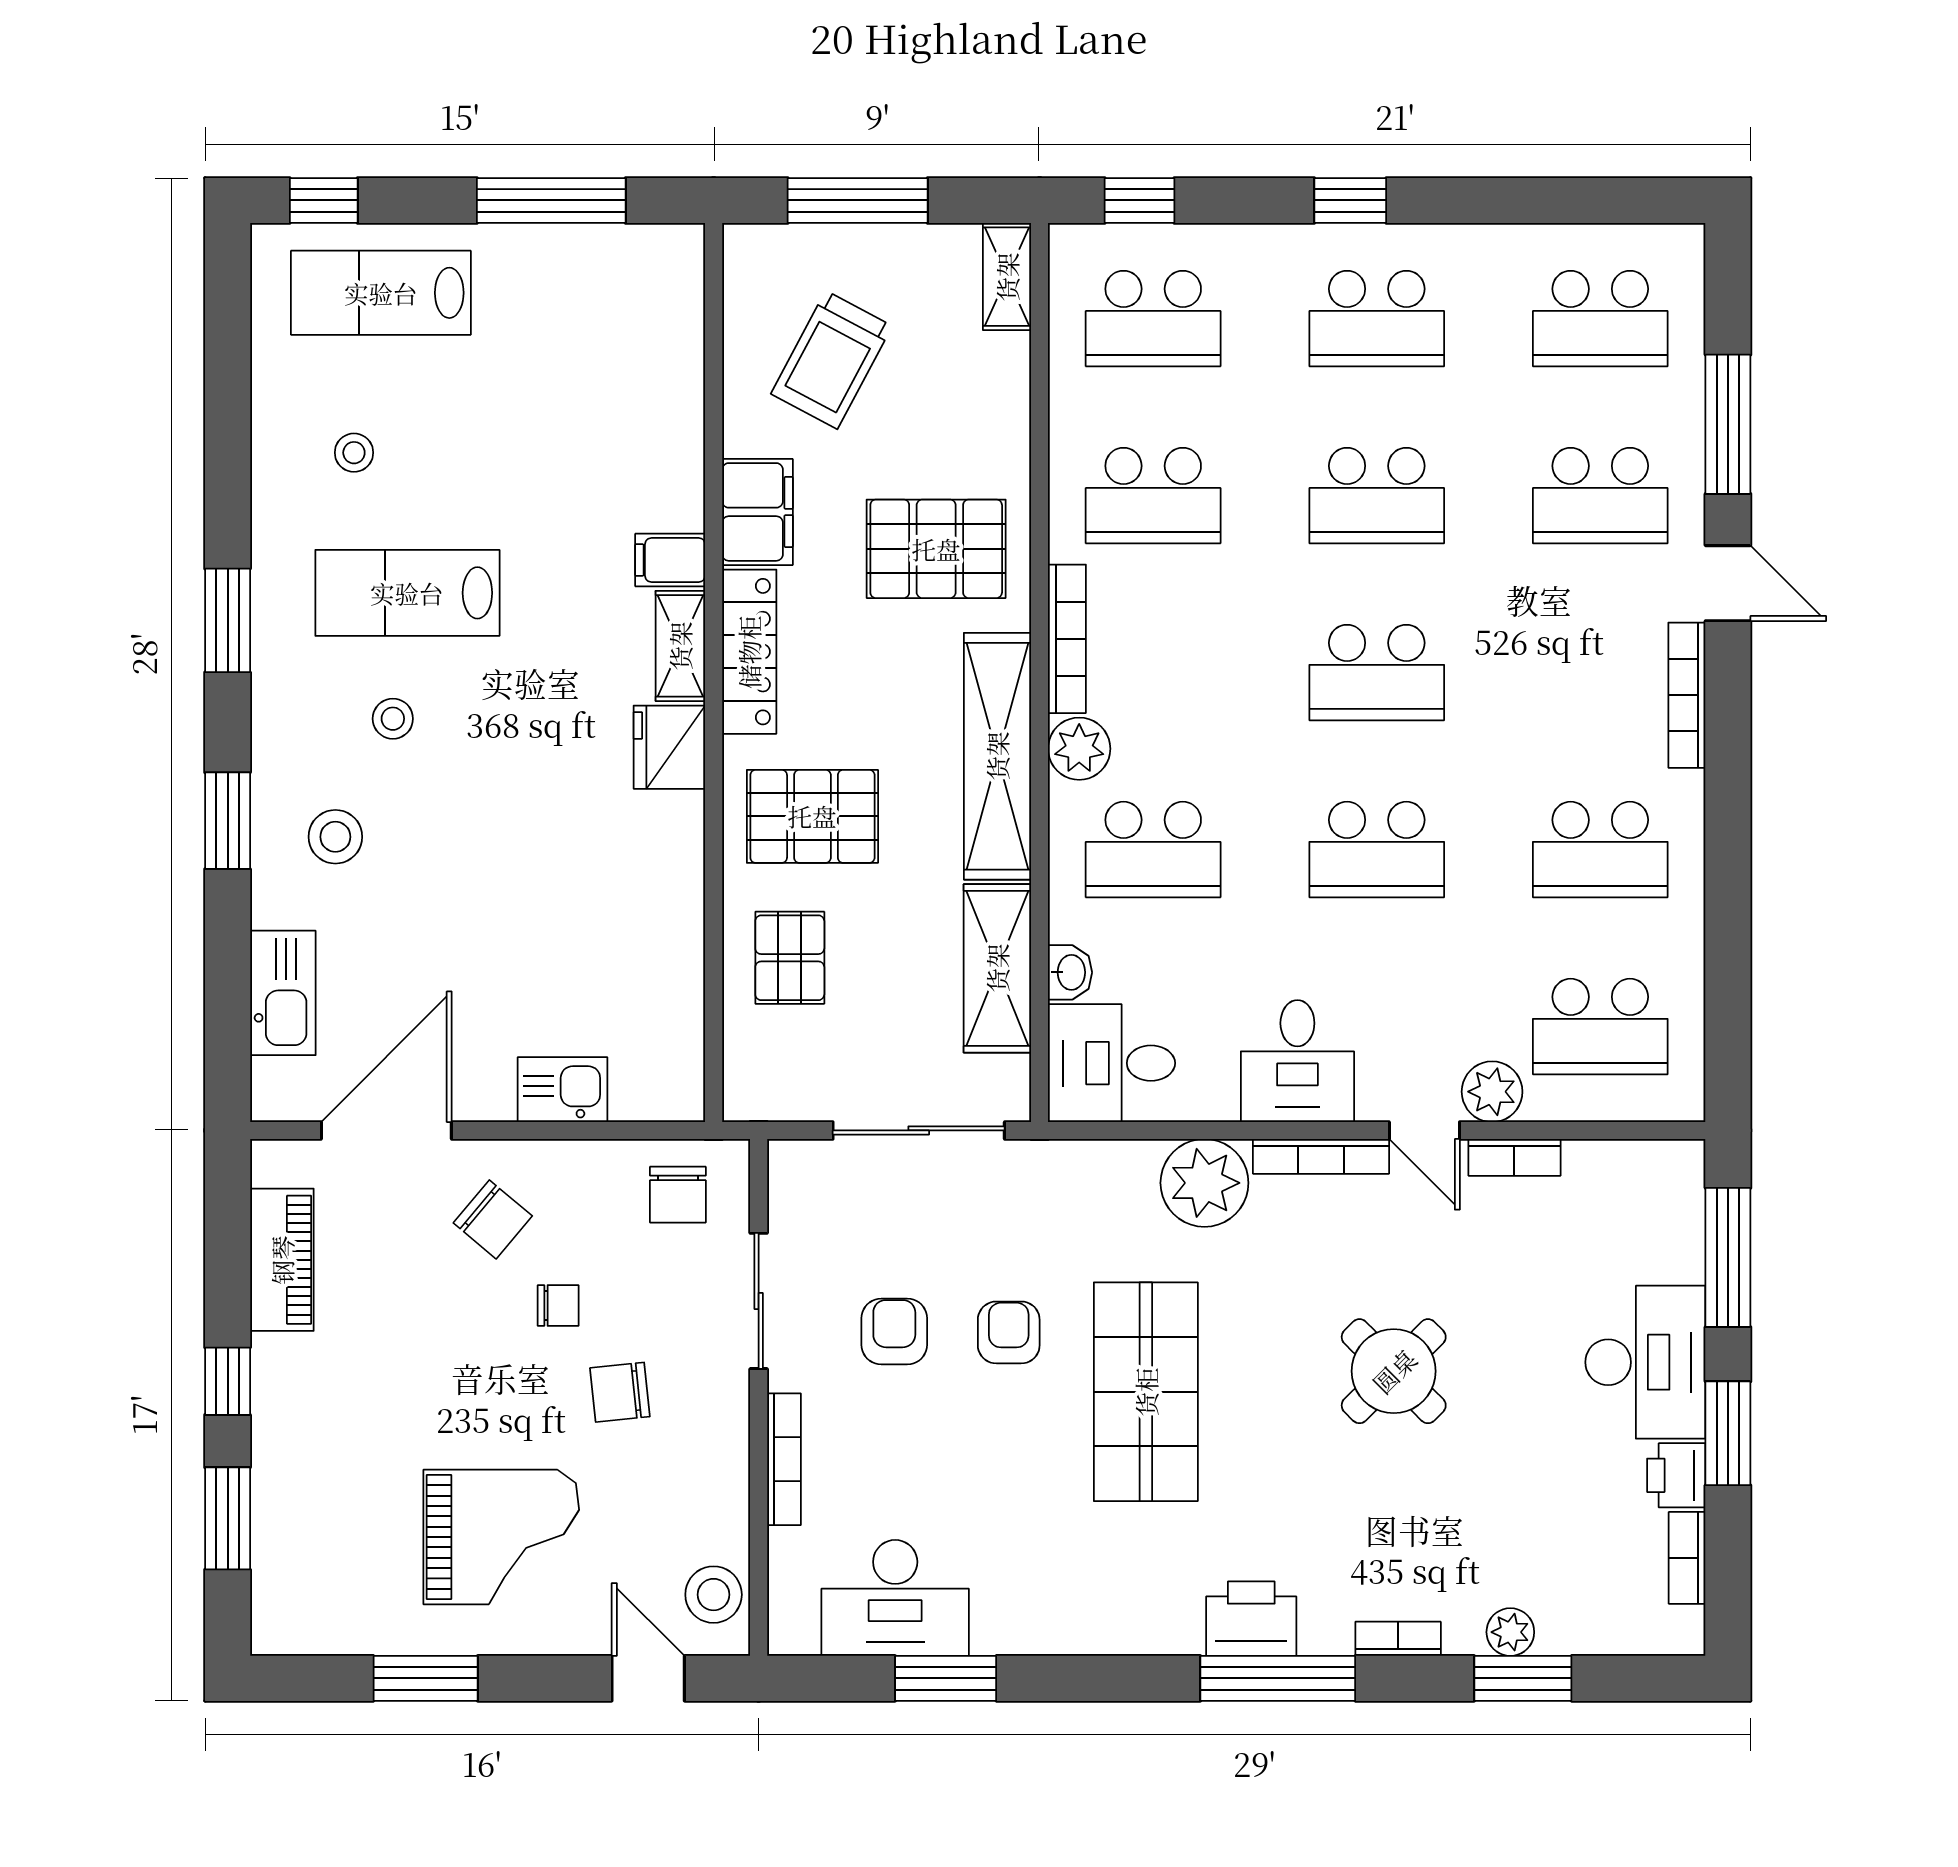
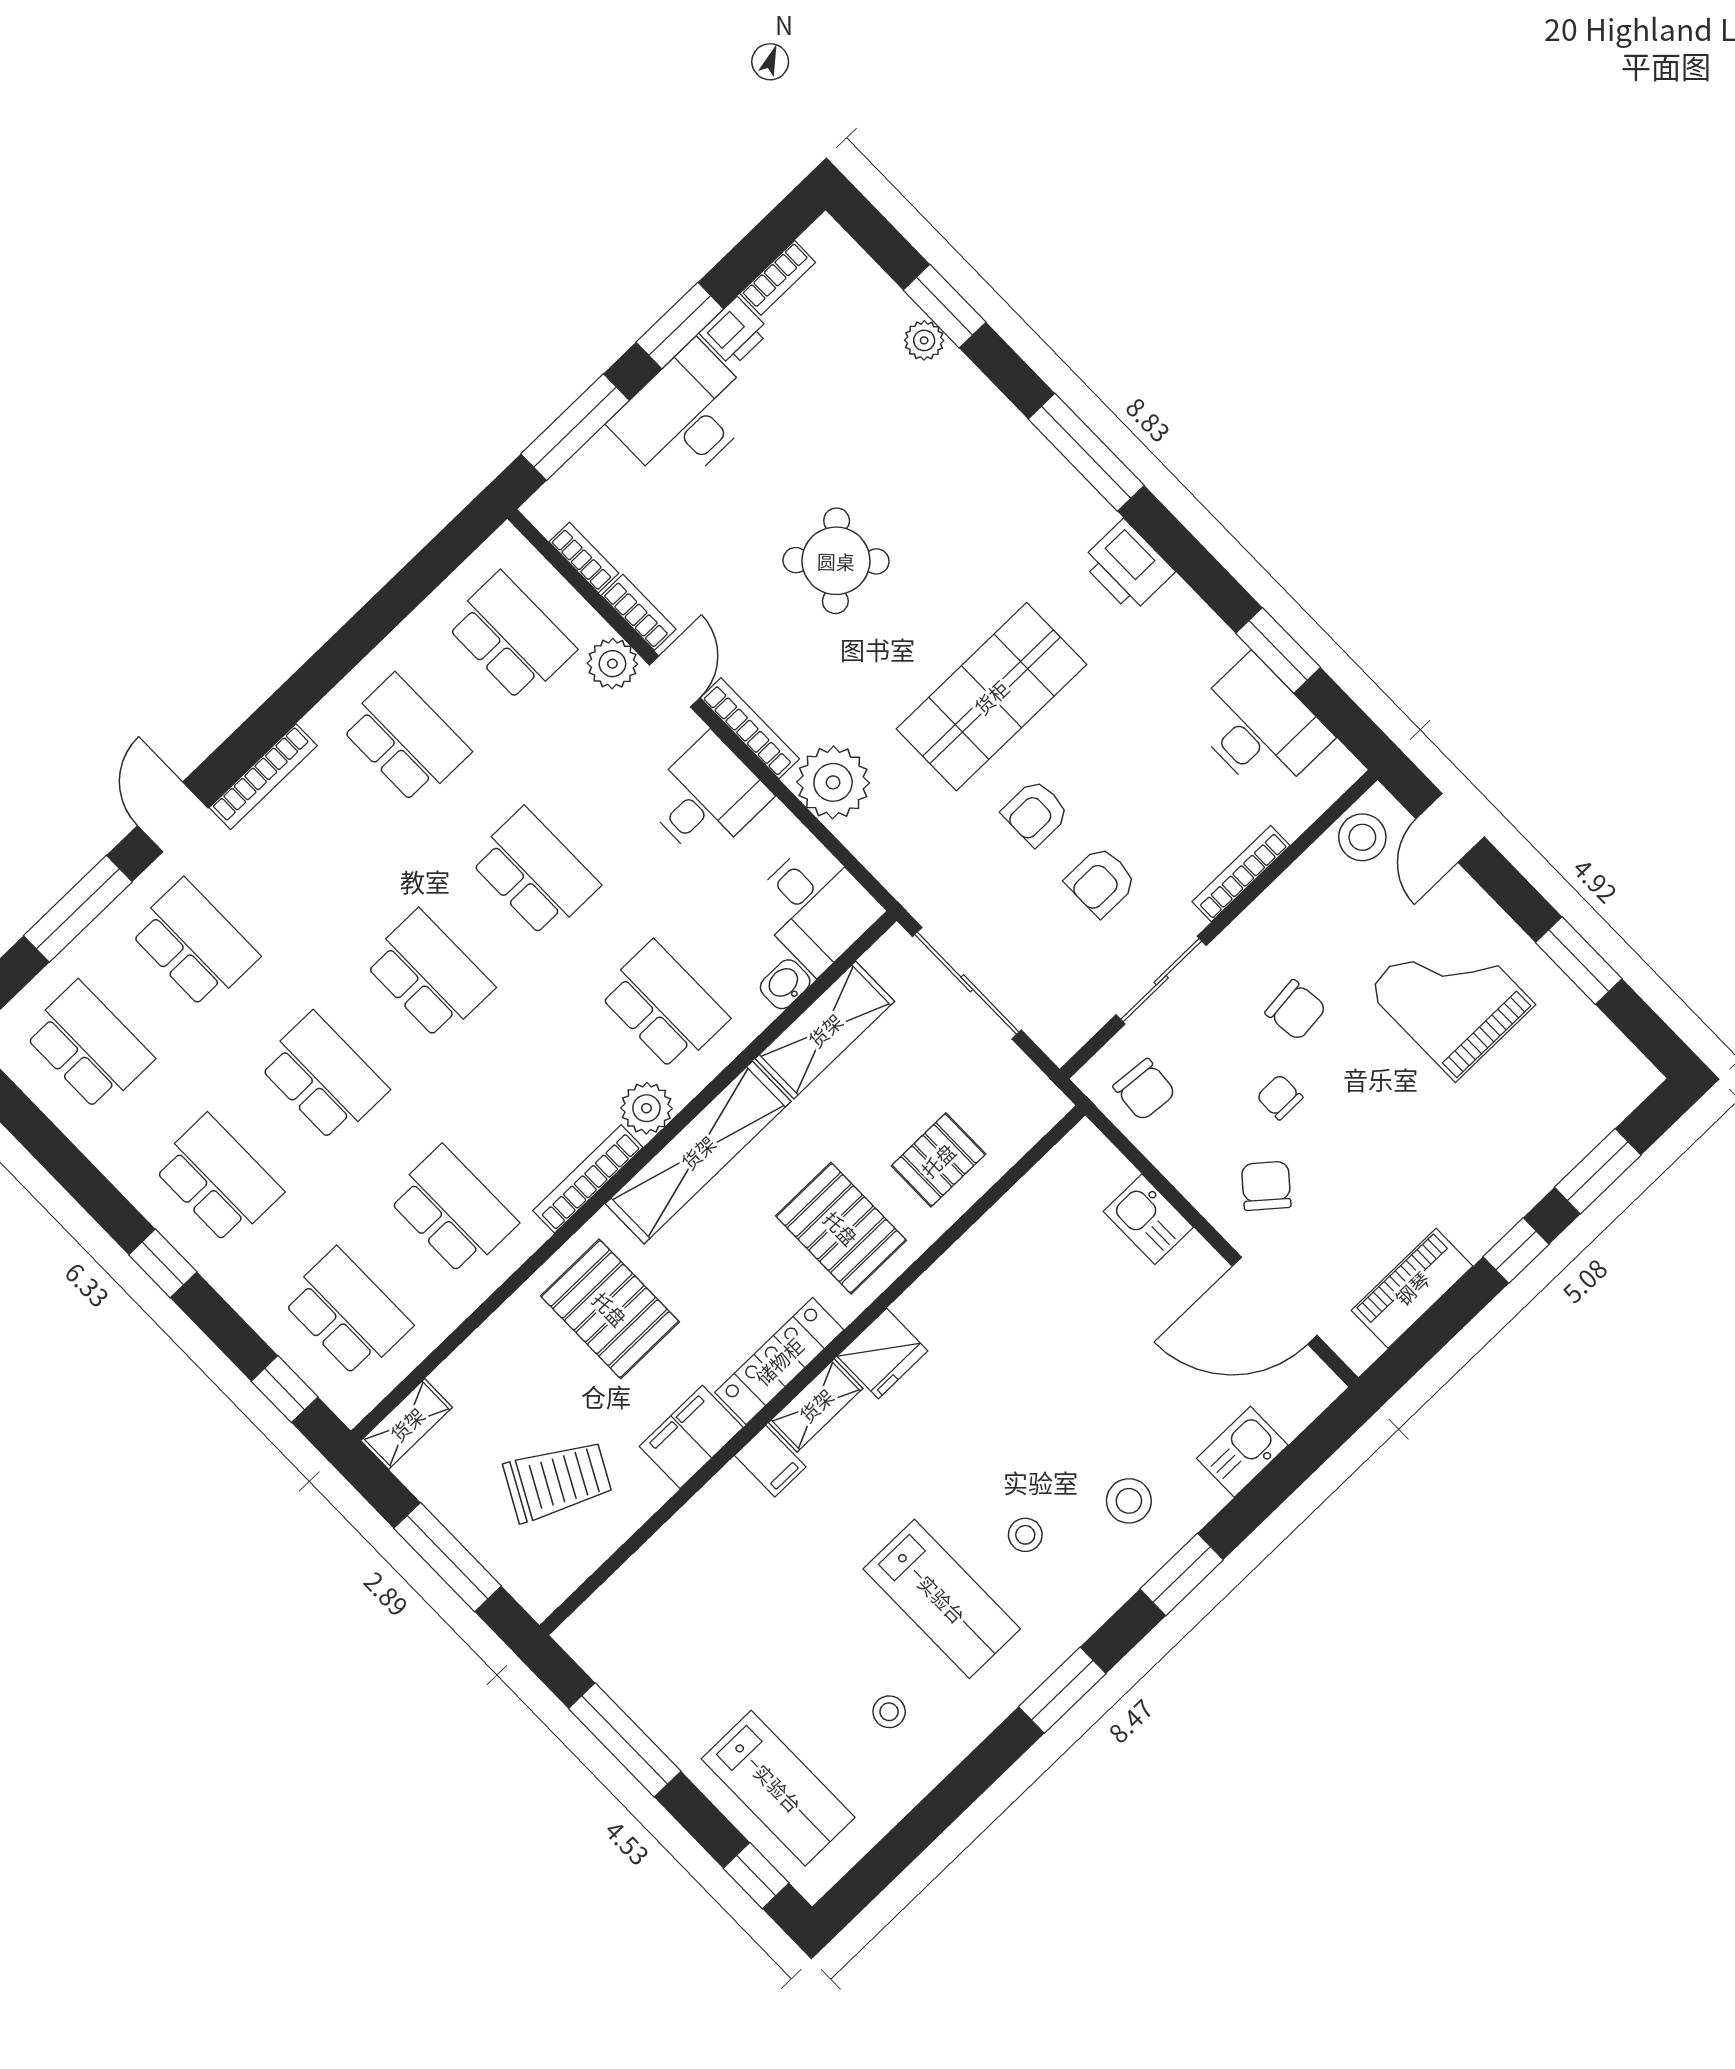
kitchen sink: (283, 993) -> (1242, 1452), width x0.73
chair: (678, 1195) -> (1144, 1090), turned 95
printer: (1251, 1619) -> (1128, 566), moved
bookcase: (1398, 1639) -> (584, 557), moved, turned 180

